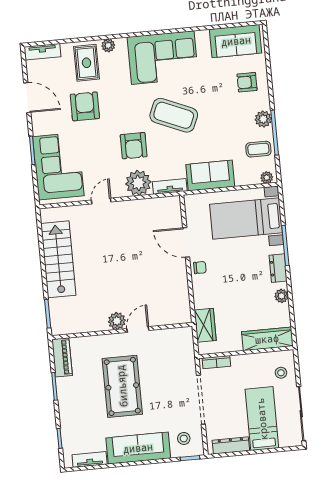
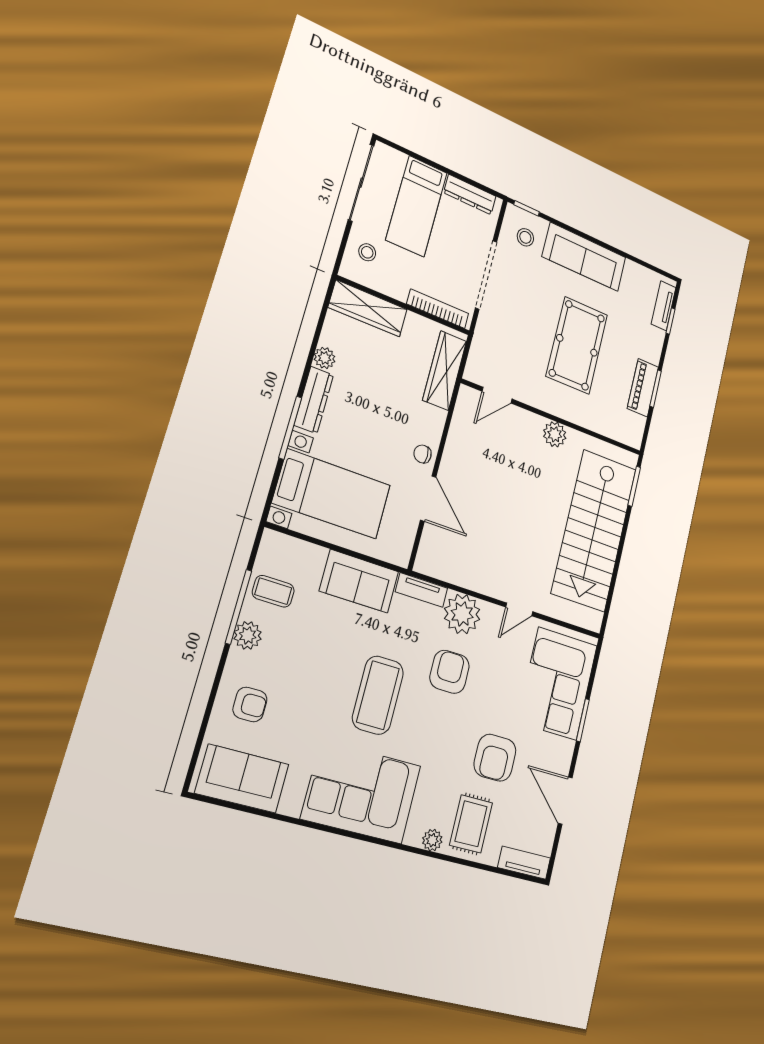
coffee table: (174, 115) -> (378, 695), turned 67
plant: (267, 178) -> (278, 542), removed
stairs: (58, 259) -> (594, 530), width x1.36, depth x1.51
dresser: (278, 268) -> (314, 400), width x1.44
wardrobe: (205, 325) -> (445, 371), width x1.50
door: (138, 329) -> (497, 395), moved
piano: (62, 357) -> (643, 388), moved
bookcase: (216, 362) -> (438, 309), width x1.56
tv unit: (90, 459) -> (664, 306), moved, turned 90

